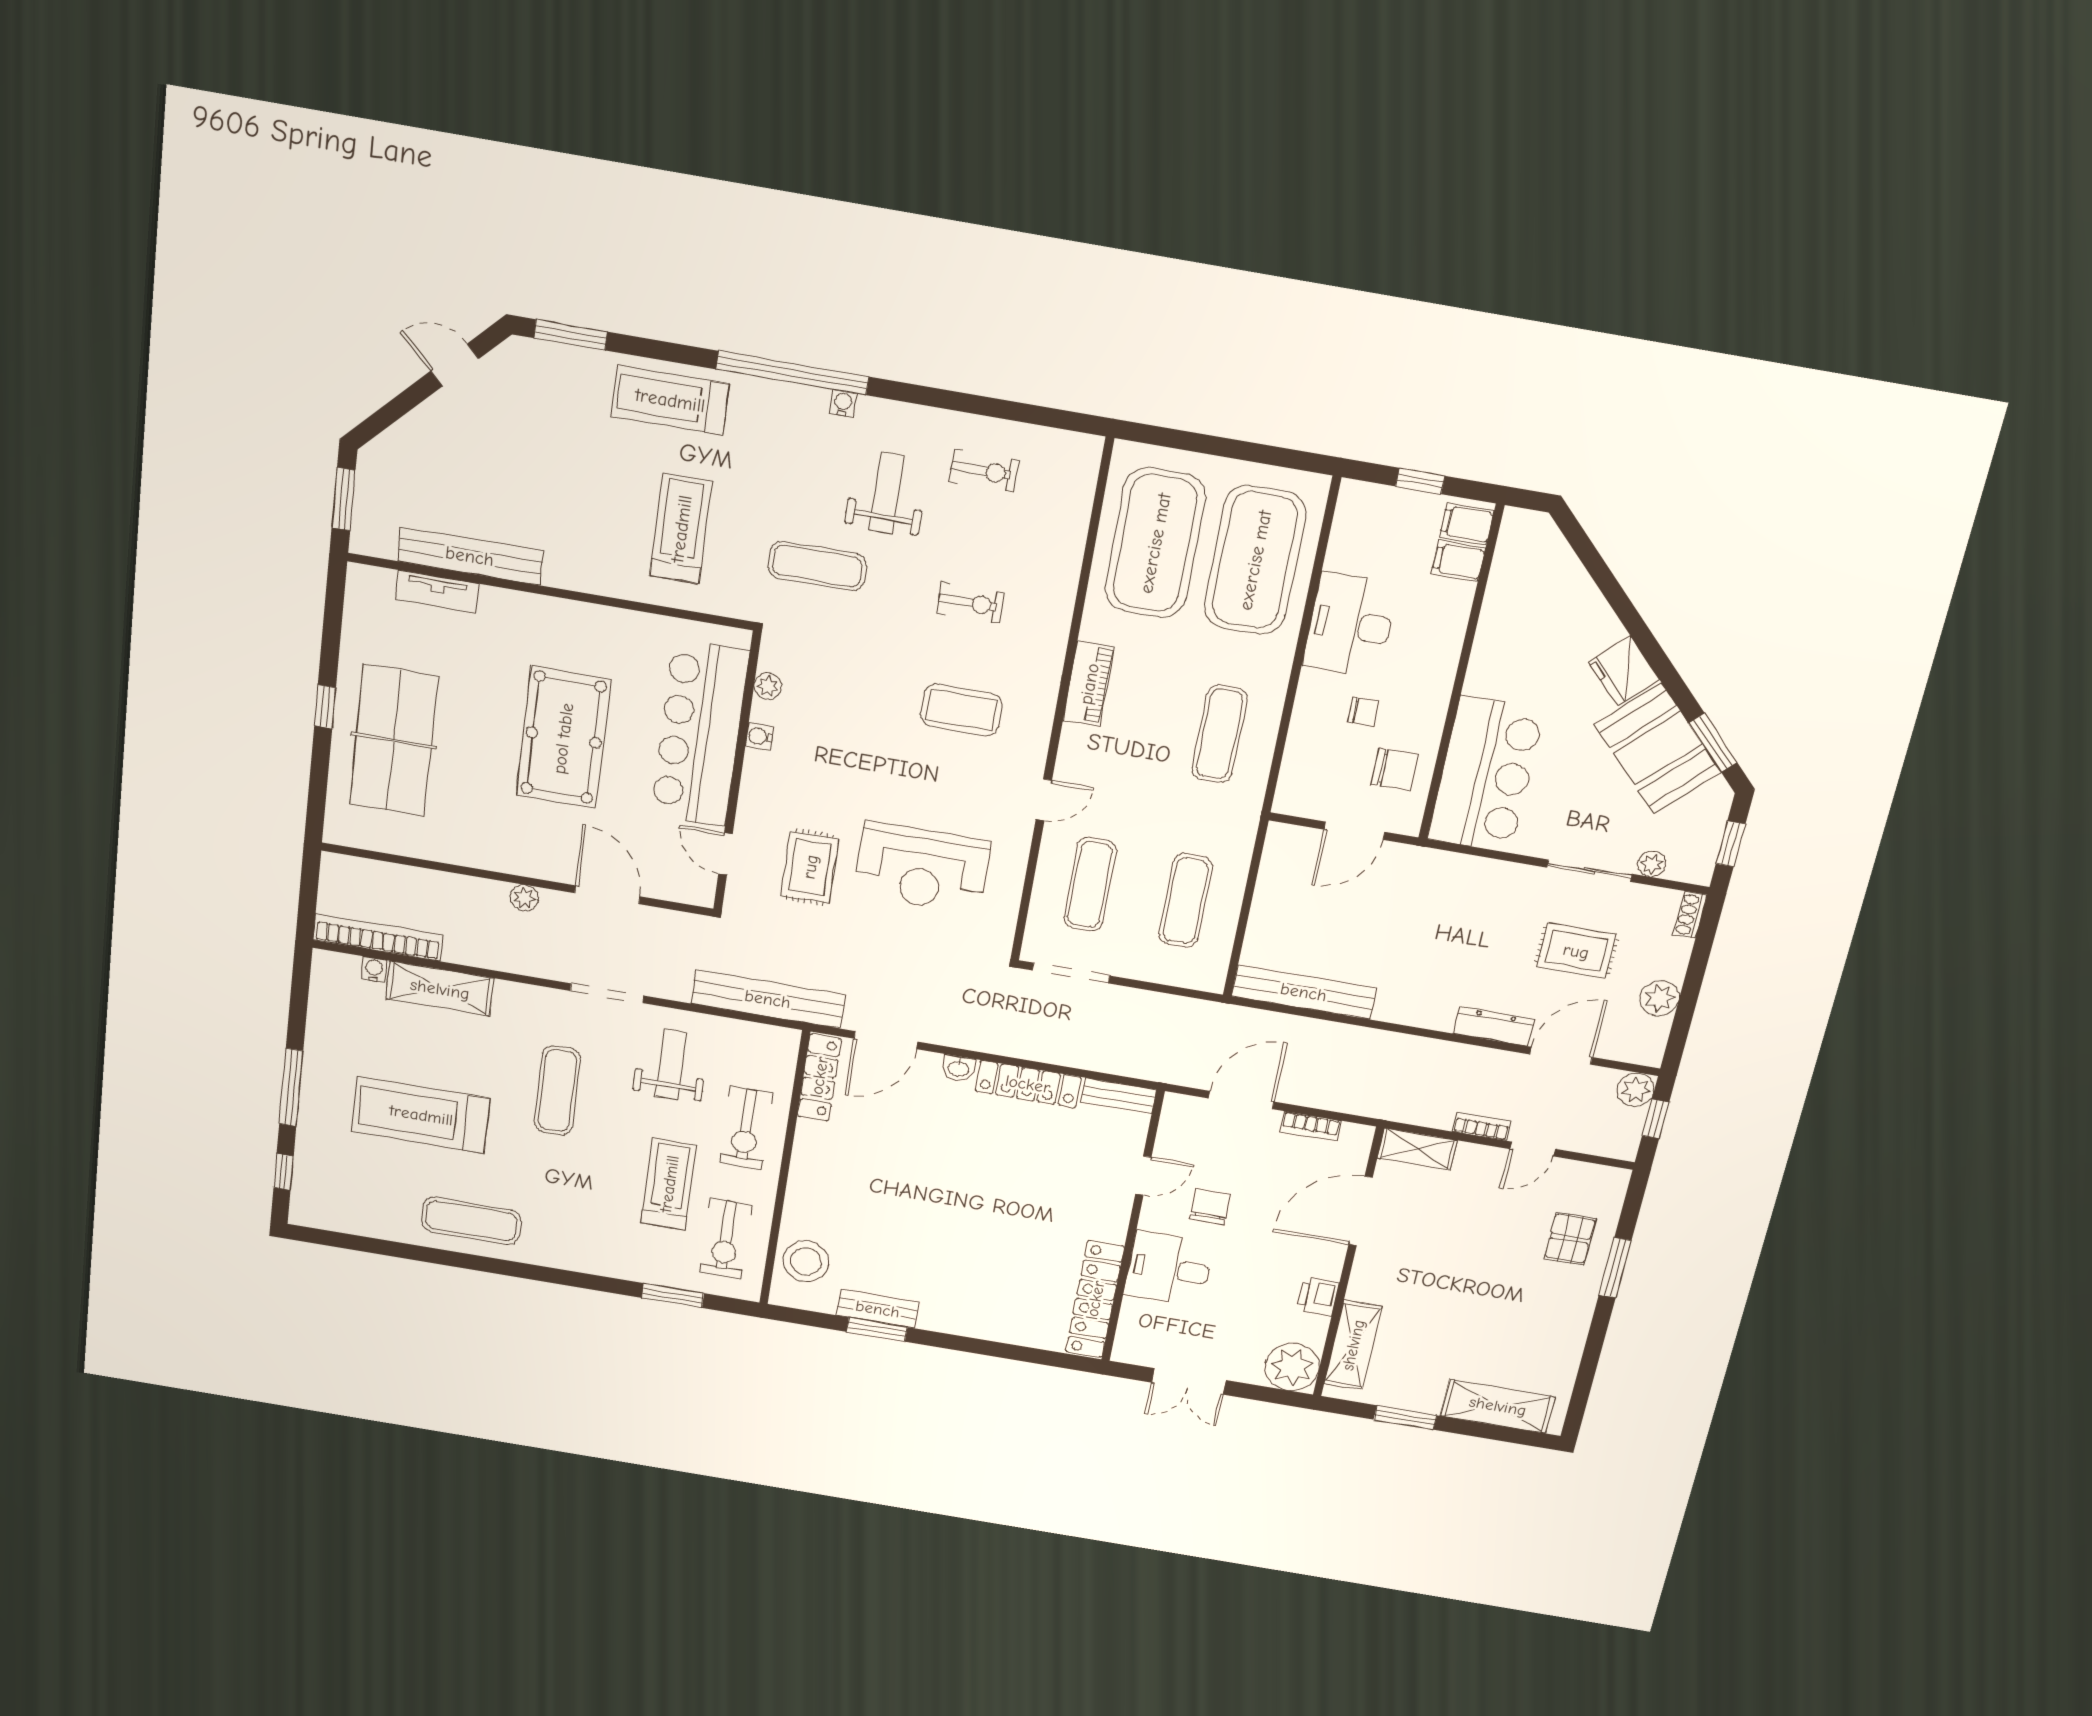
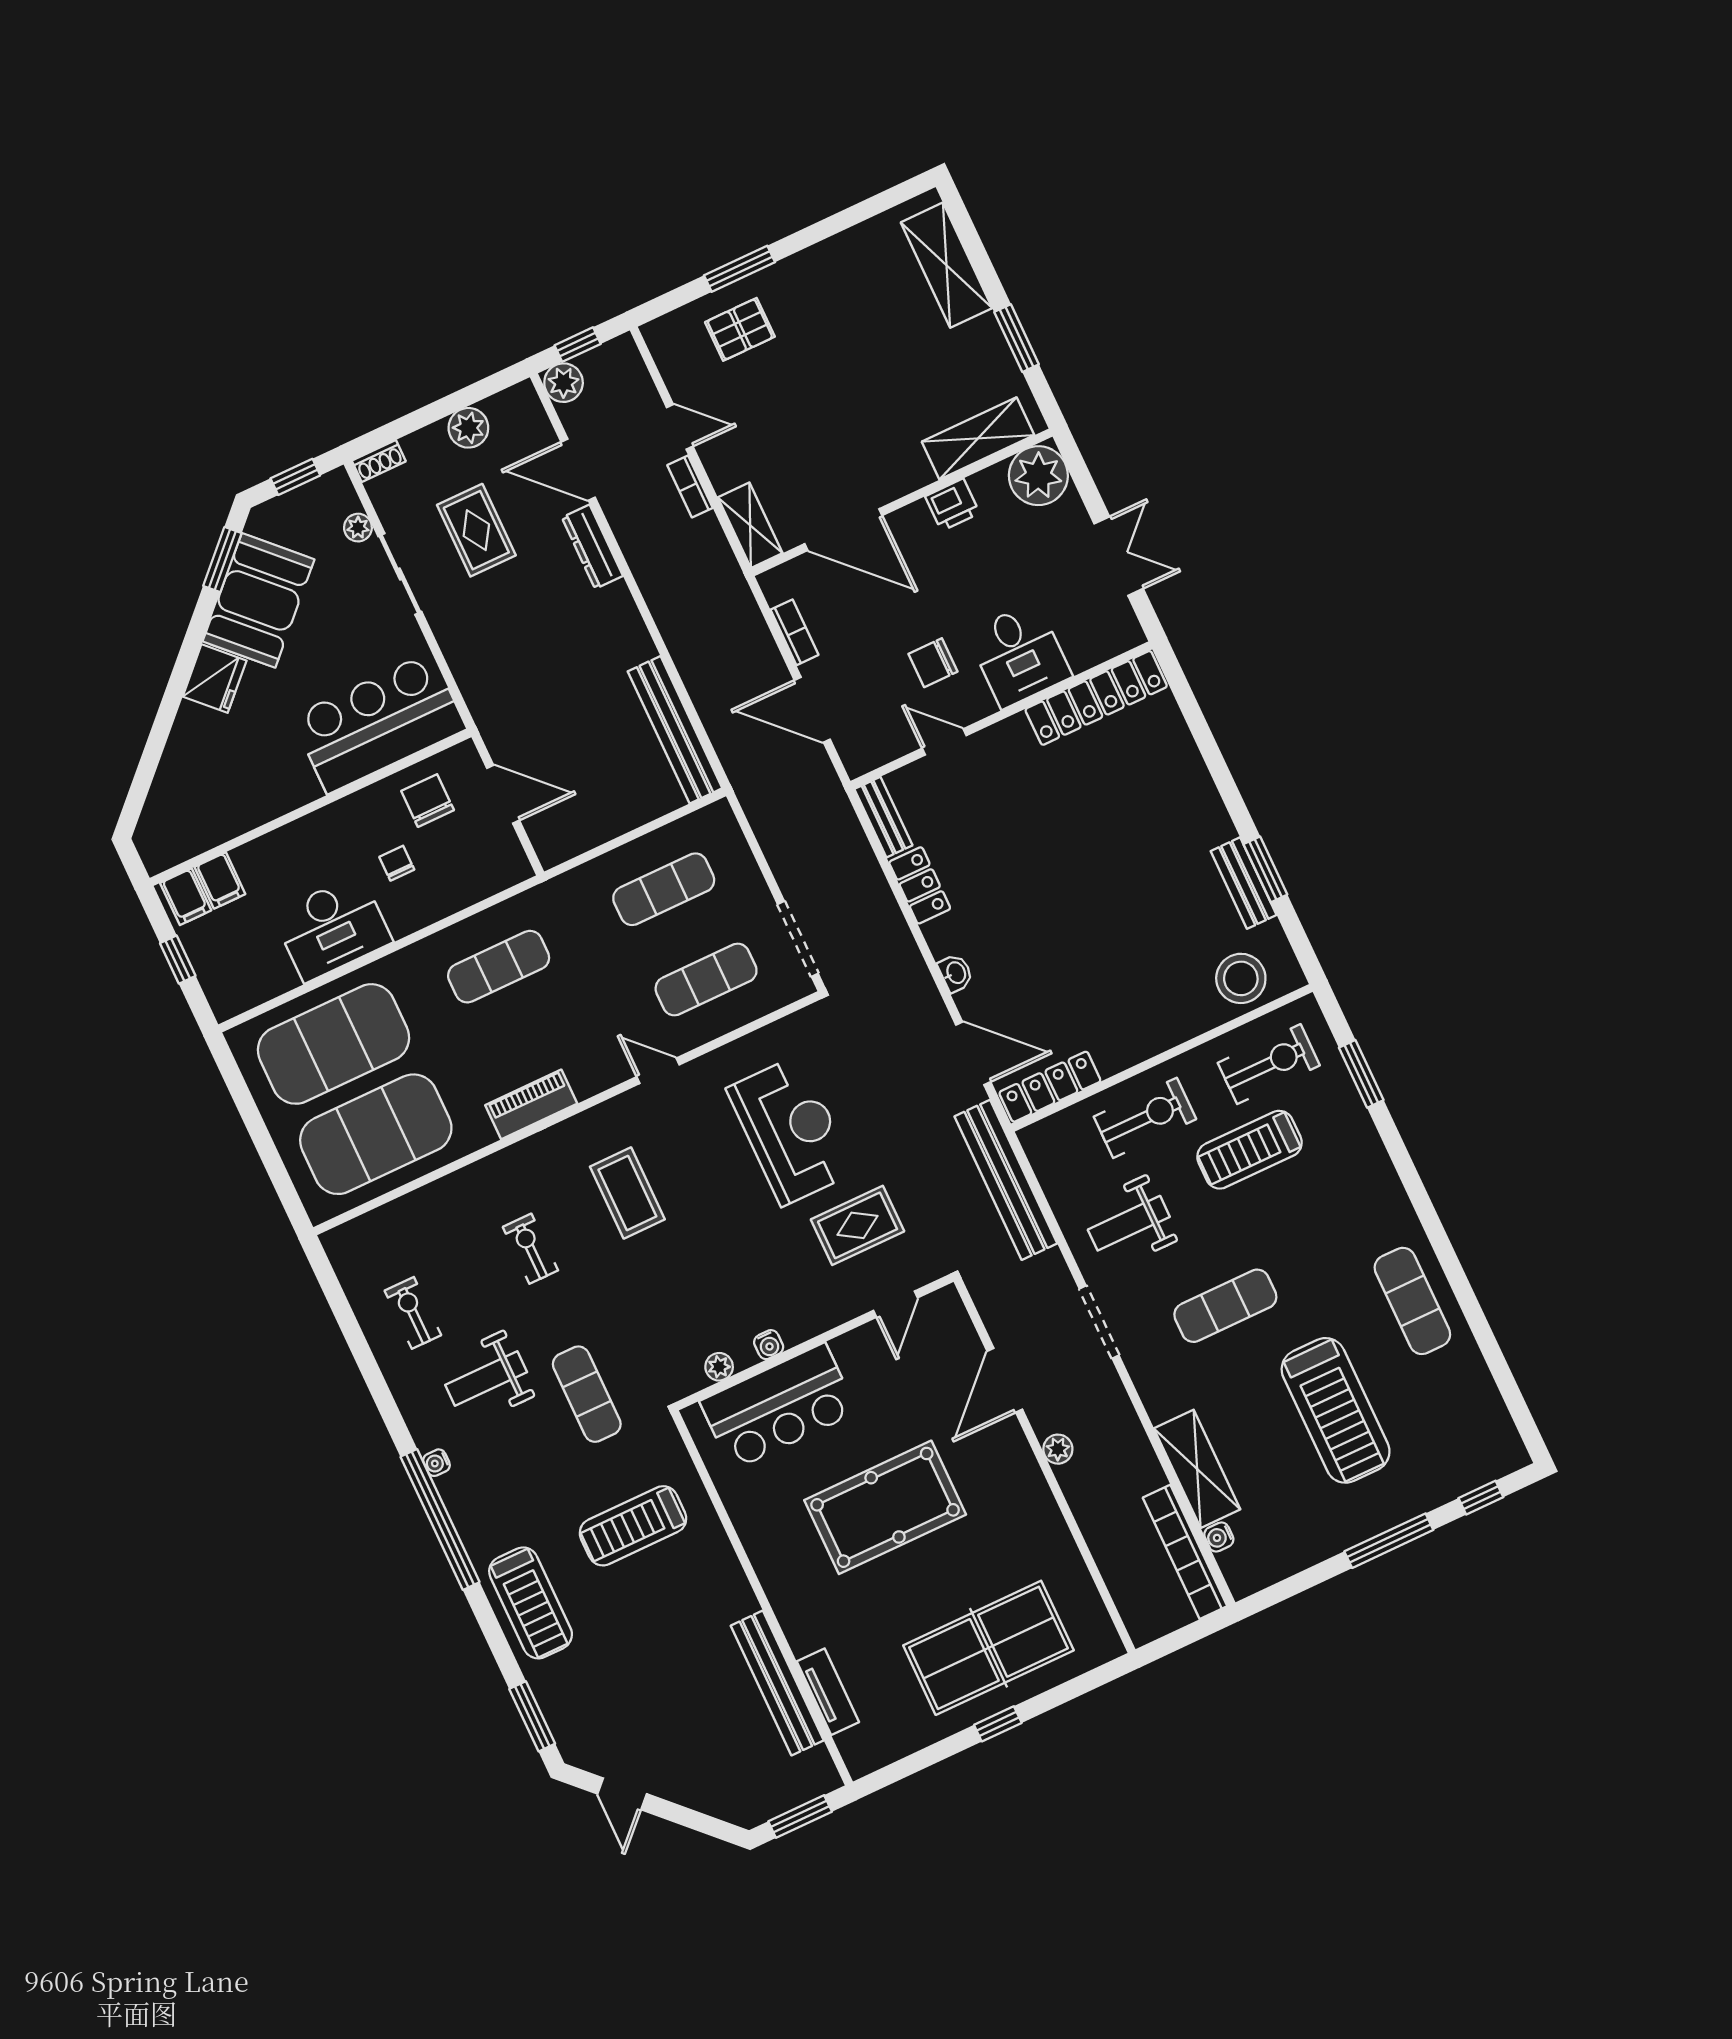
bar counter: (700, 734) -> (778, 1407), width x0.73
locker: (1028, 1084) -> (920, 885), width x0.66

